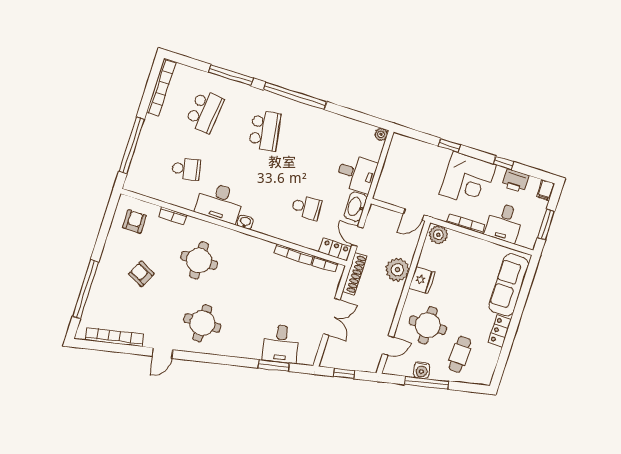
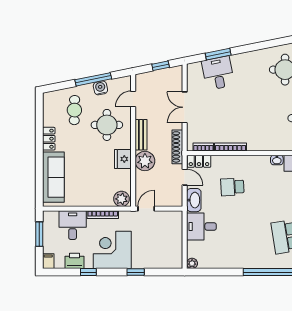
bench: (392, 301) -> (141, 135), added

